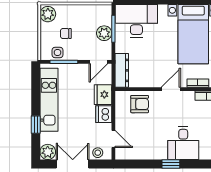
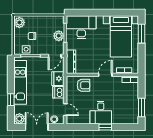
desk: (183, 143) -> (101, 113), moved

